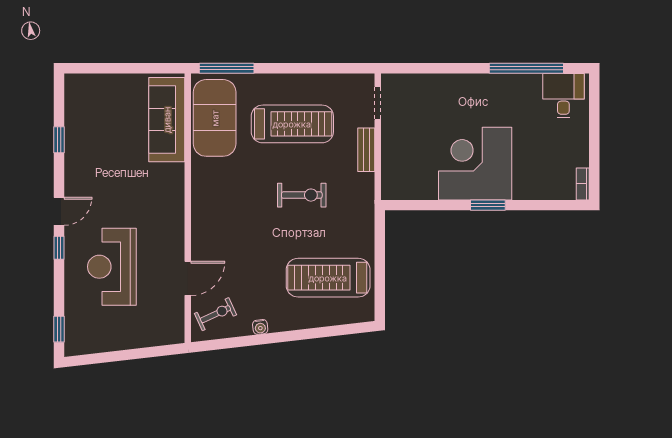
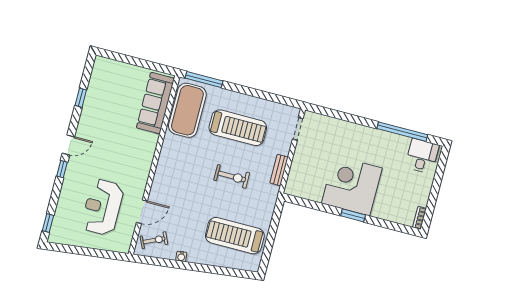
bench: (366, 150) -> (279, 170), moved
reception desk: (112, 267) -> (102, 207), moved

